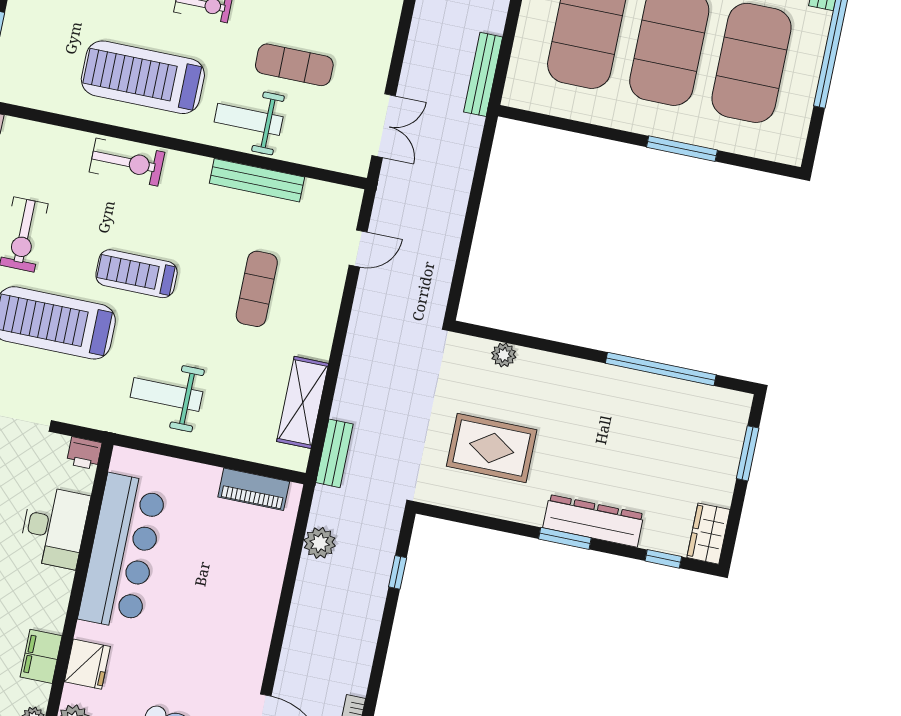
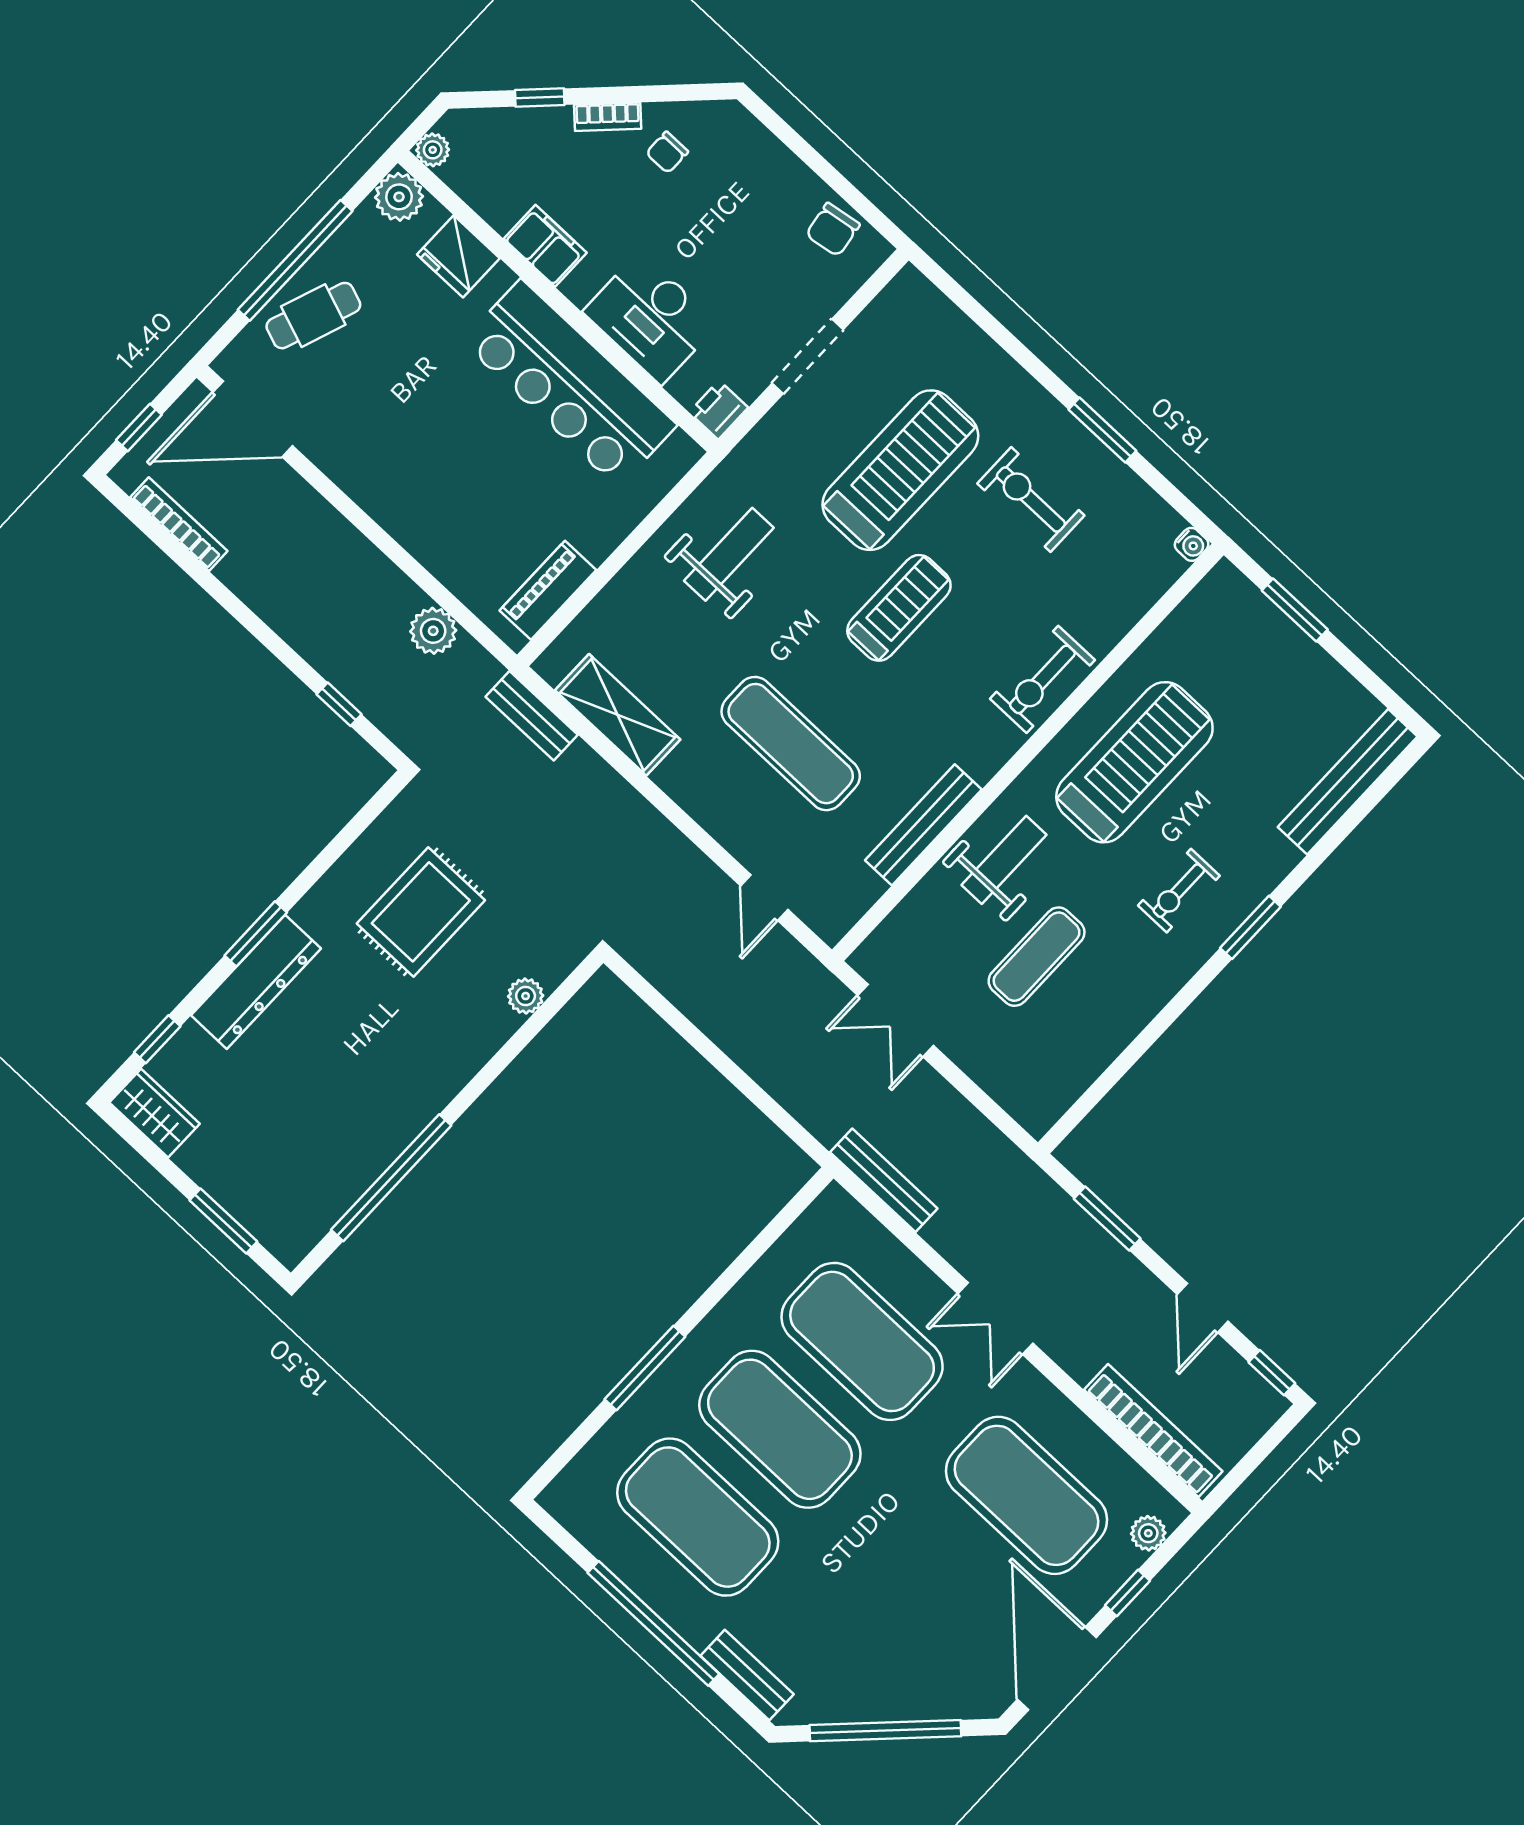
exercise mat: (257, 289) -> (791, 744), width x1.36, depth x1.45
filing cabinet: (41, 656) -> (545, 246), moved

